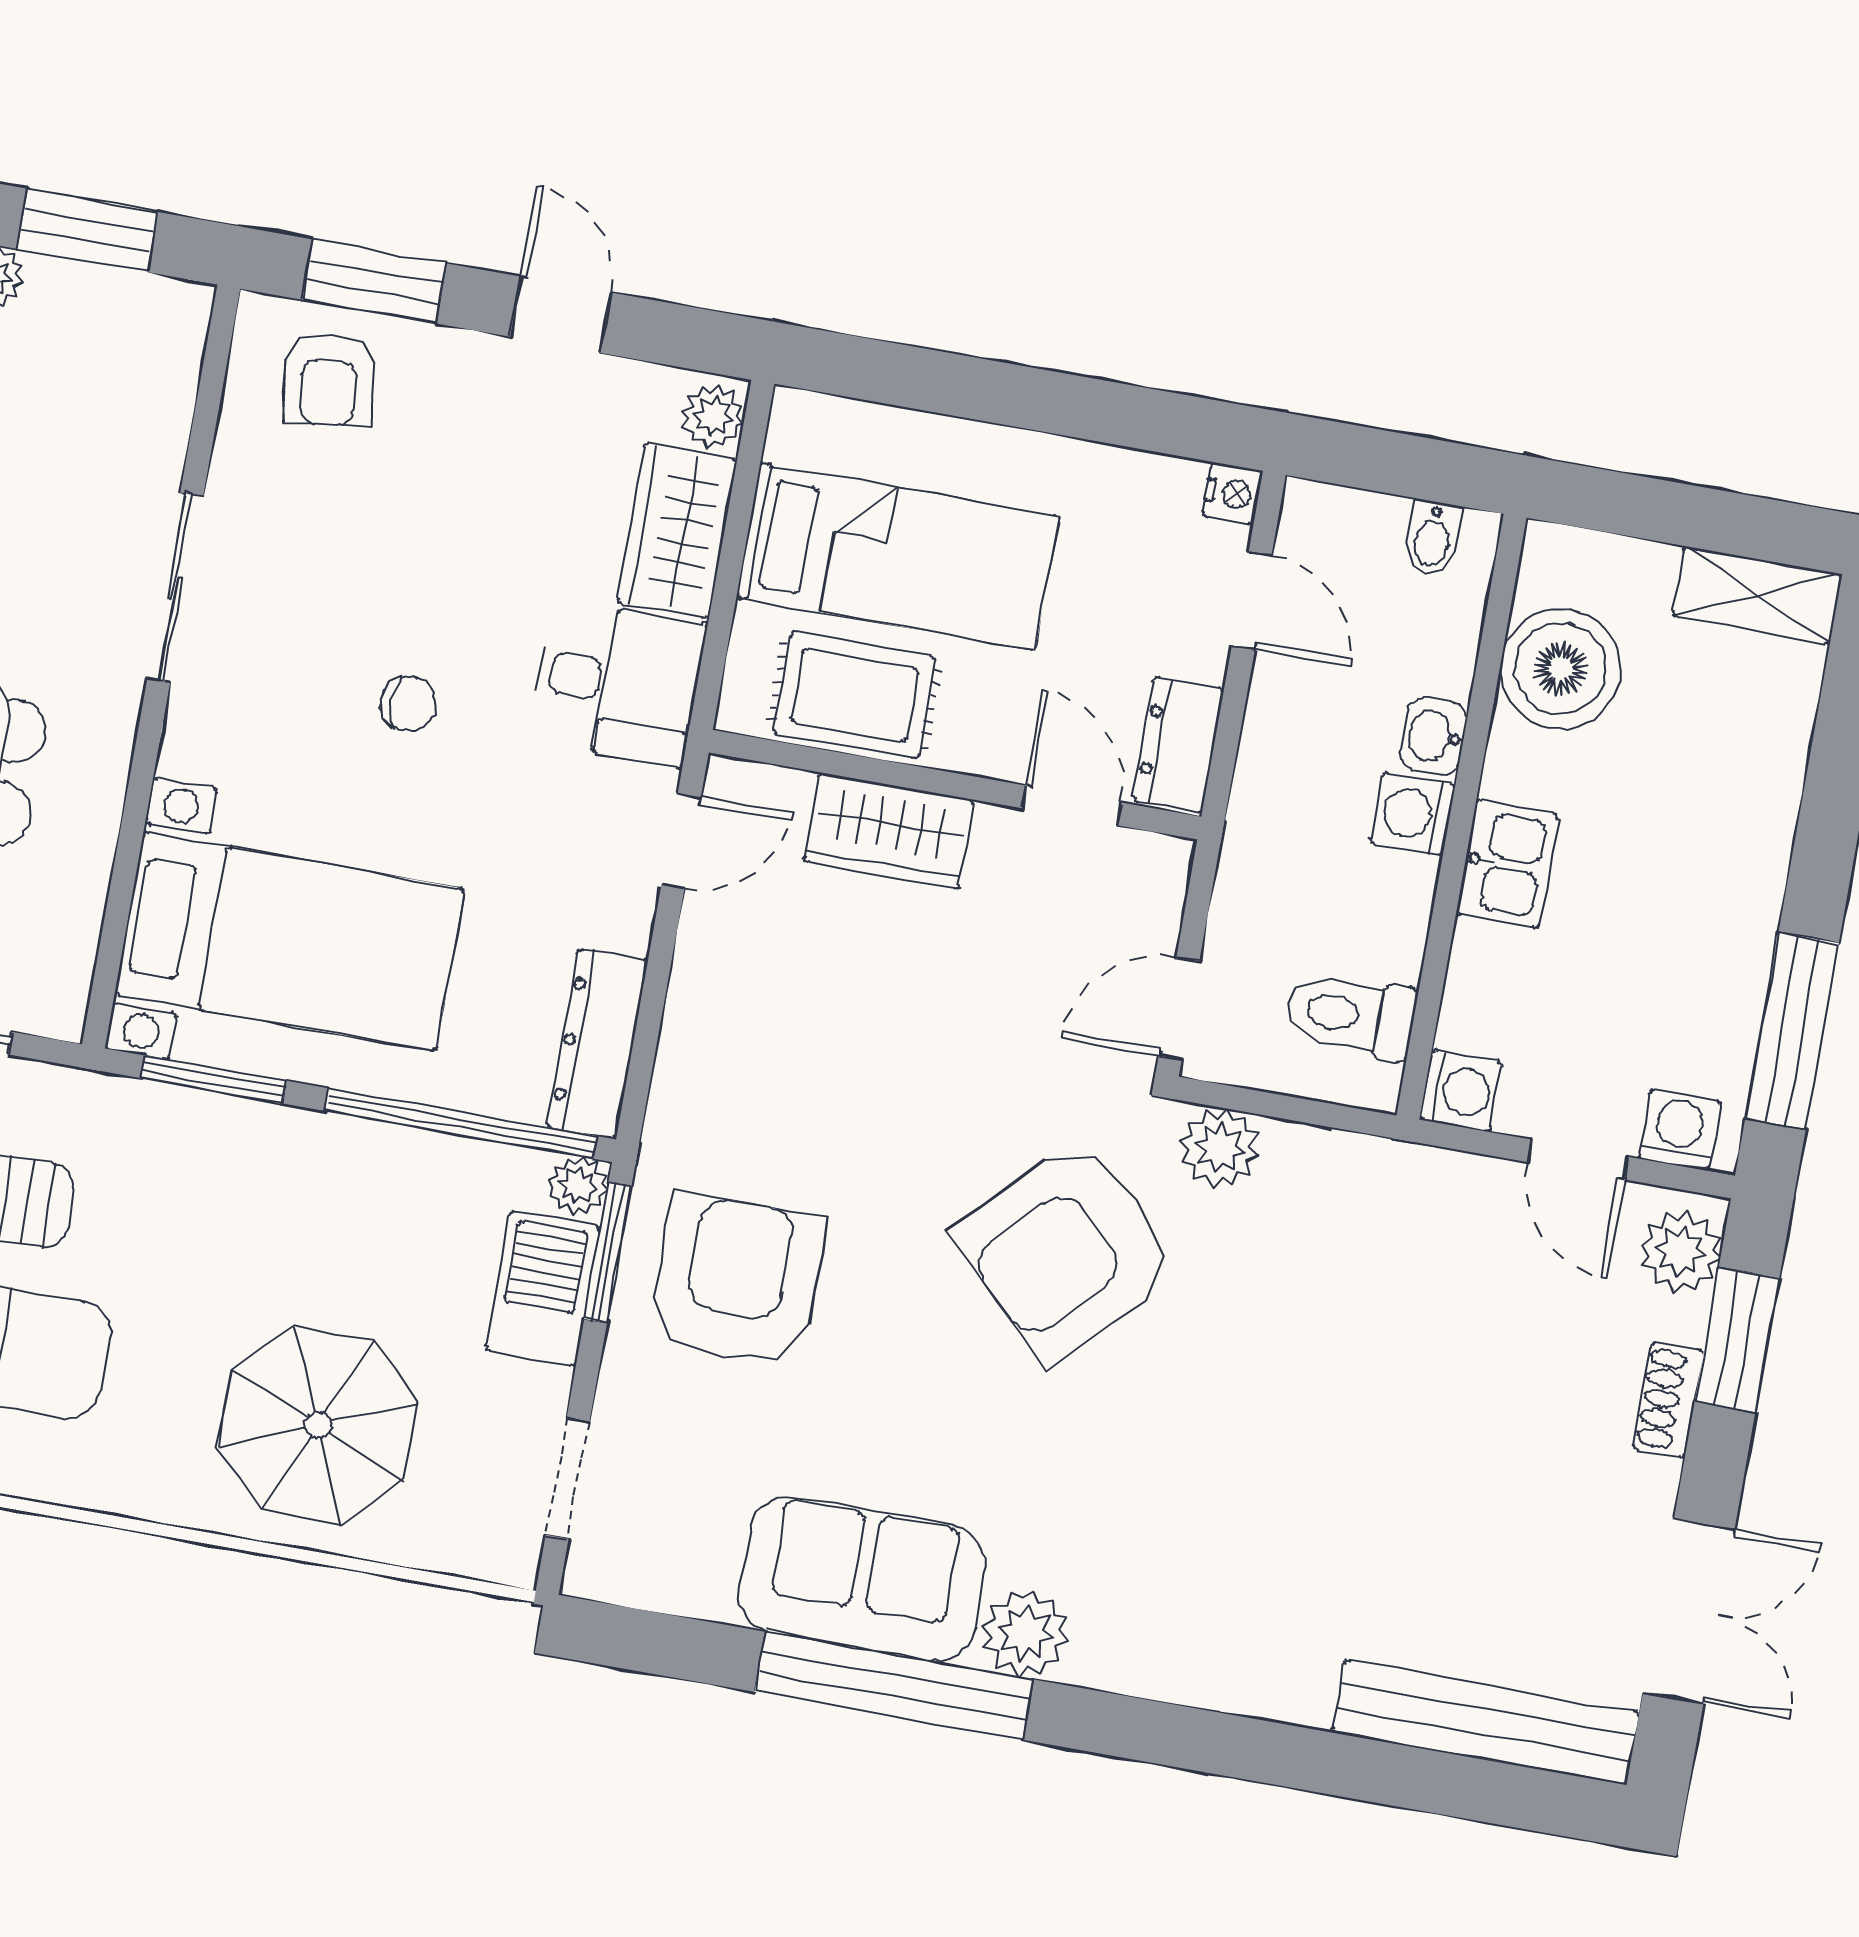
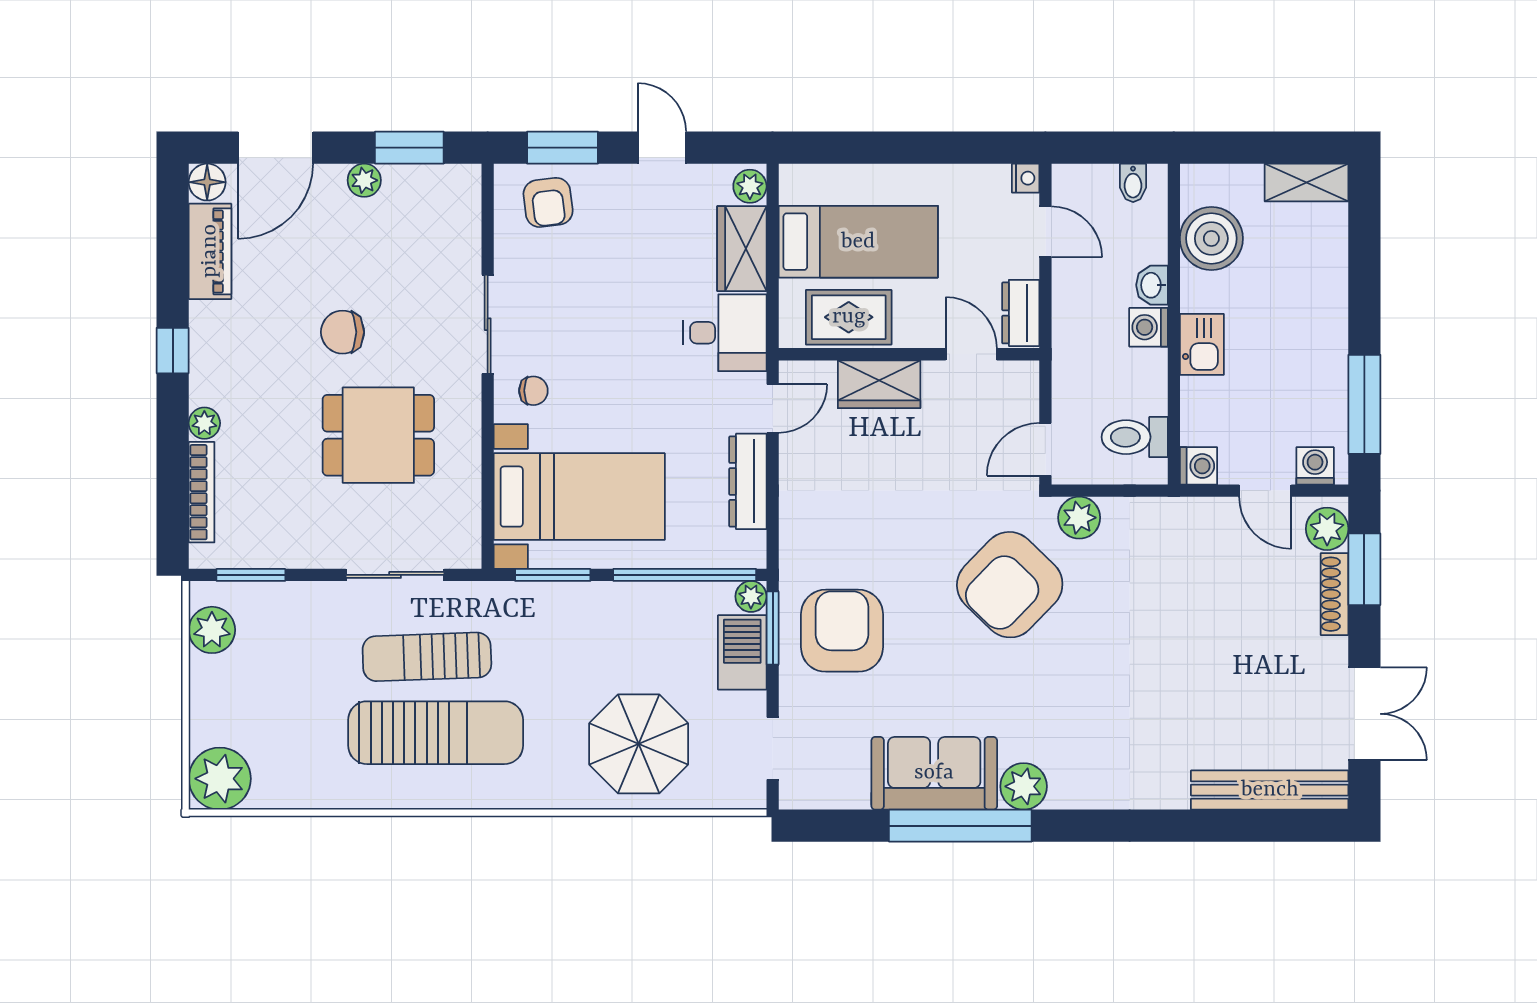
chair: (408, 704) -> (533, 391), moved
dresser: (597, 1044) -> (748, 481), moved
shoe rack: (1668, 1399) -> (1334, 594), width x1.43

